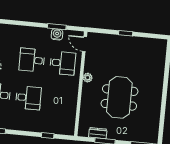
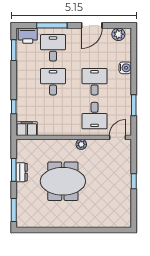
water cooler: (57, 34) -> (125, 68), moved
desk: (28, 98) -> (53, 82), turned 180
filing cabinet: (69, 126) -> (27, 129), added
dresser: (98, 133) -> (22, 172), moved

